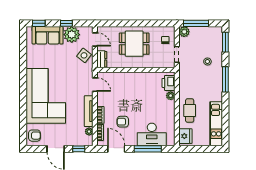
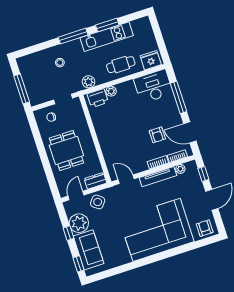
plant: (184, 32) -> (89, 82), moved
window: (225, 42) -> (107, 25), moved
door: (95, 85) -> (126, 179), hinge flipped
kitchen unit: (216, 124) -> (107, 37), moved
desk: (152, 134) -> (153, 86), moved, turned -90
door: (116, 149) -> (190, 132), hinge flipped

